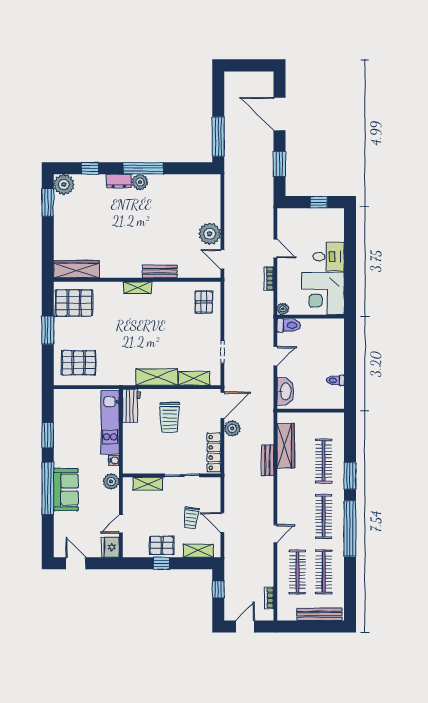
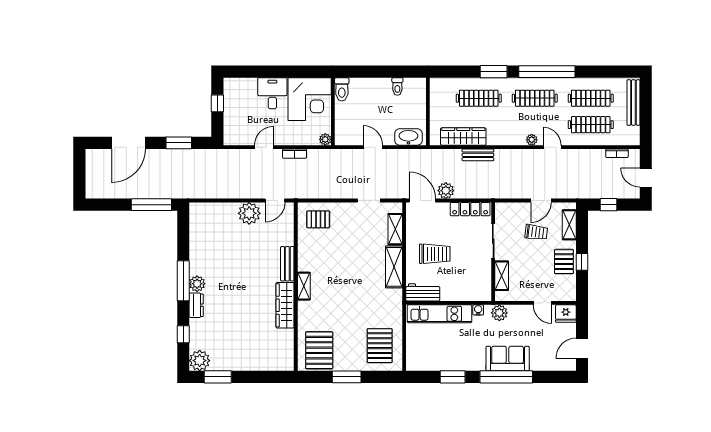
wardrobe: (76, 269) -> (285, 305), moved
toilet: (289, 325) -> (342, 89), moved, turned 180
plant: (283, 513) -> (532, 140), added

